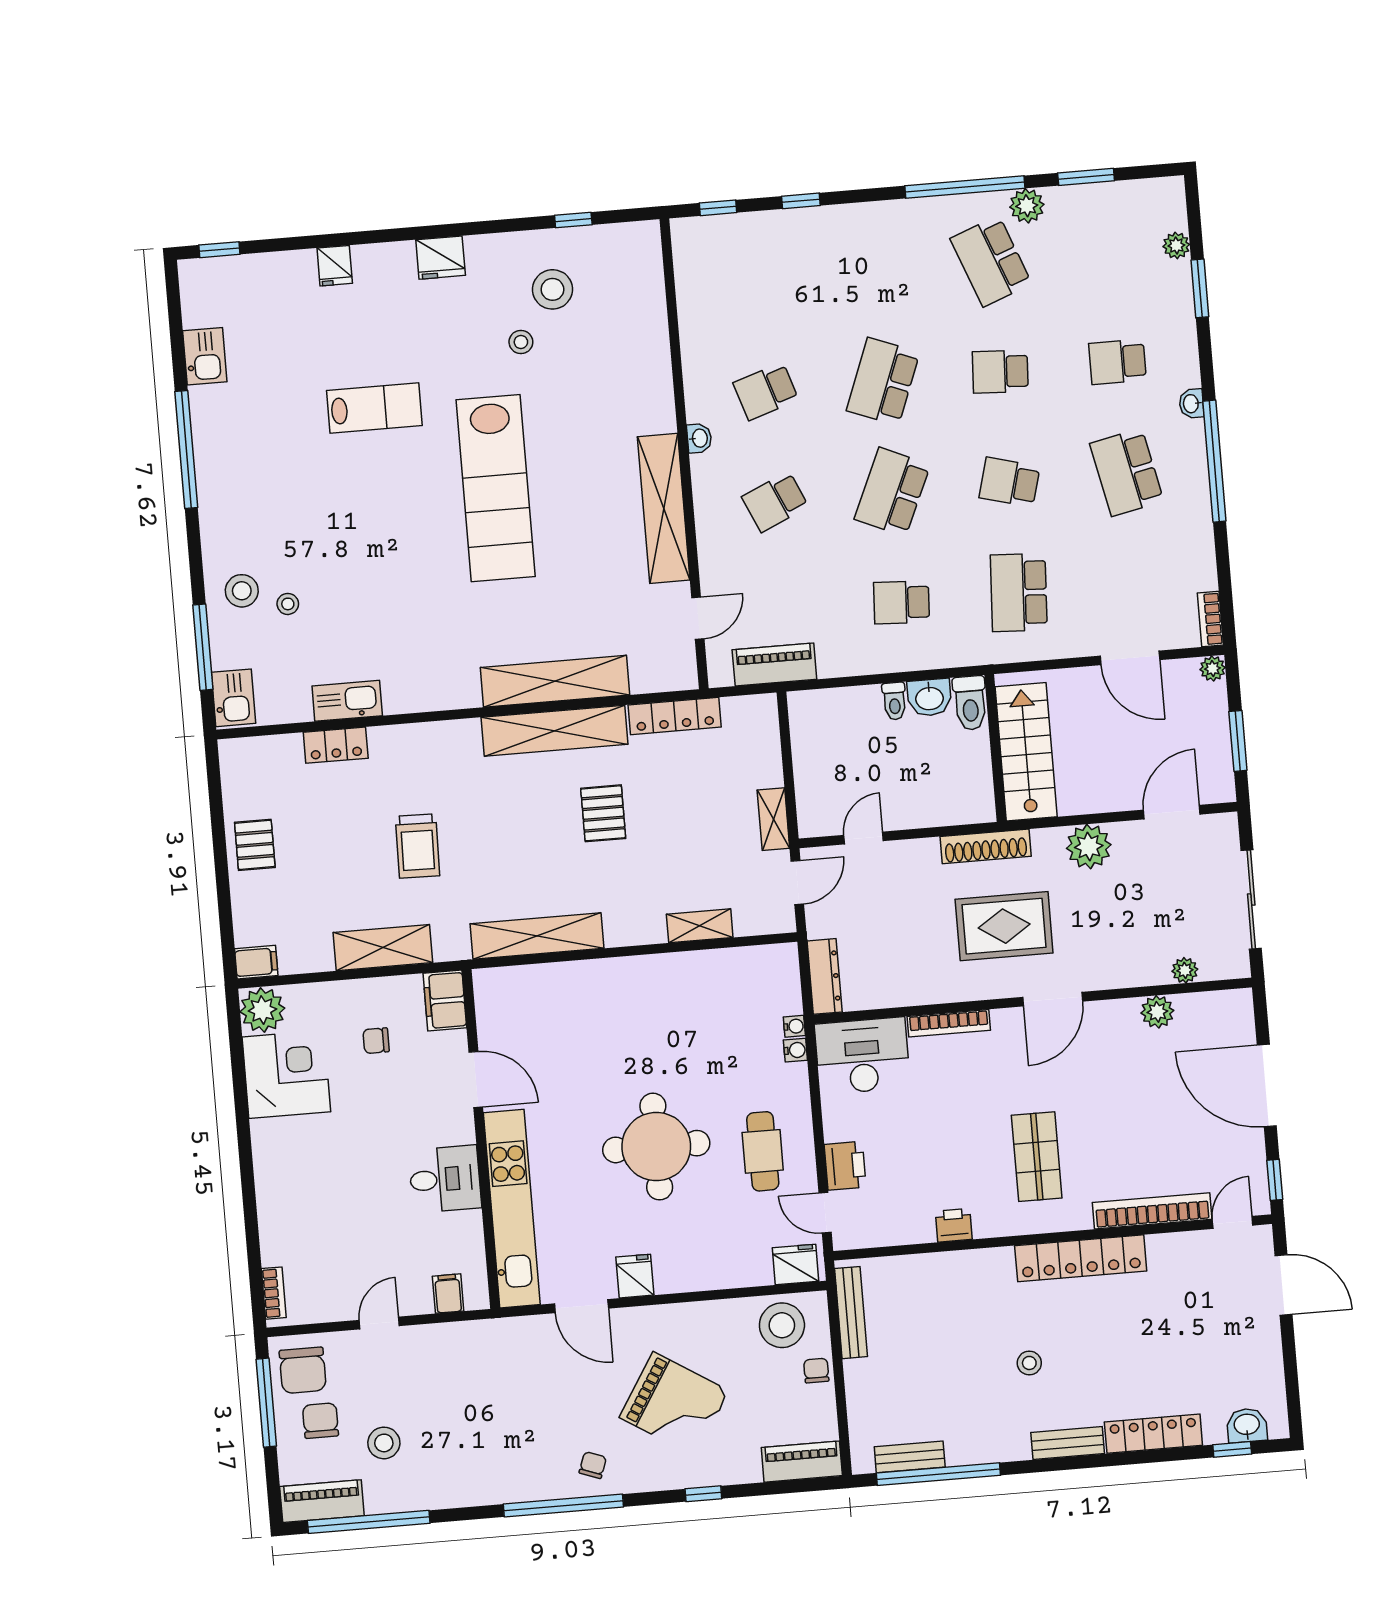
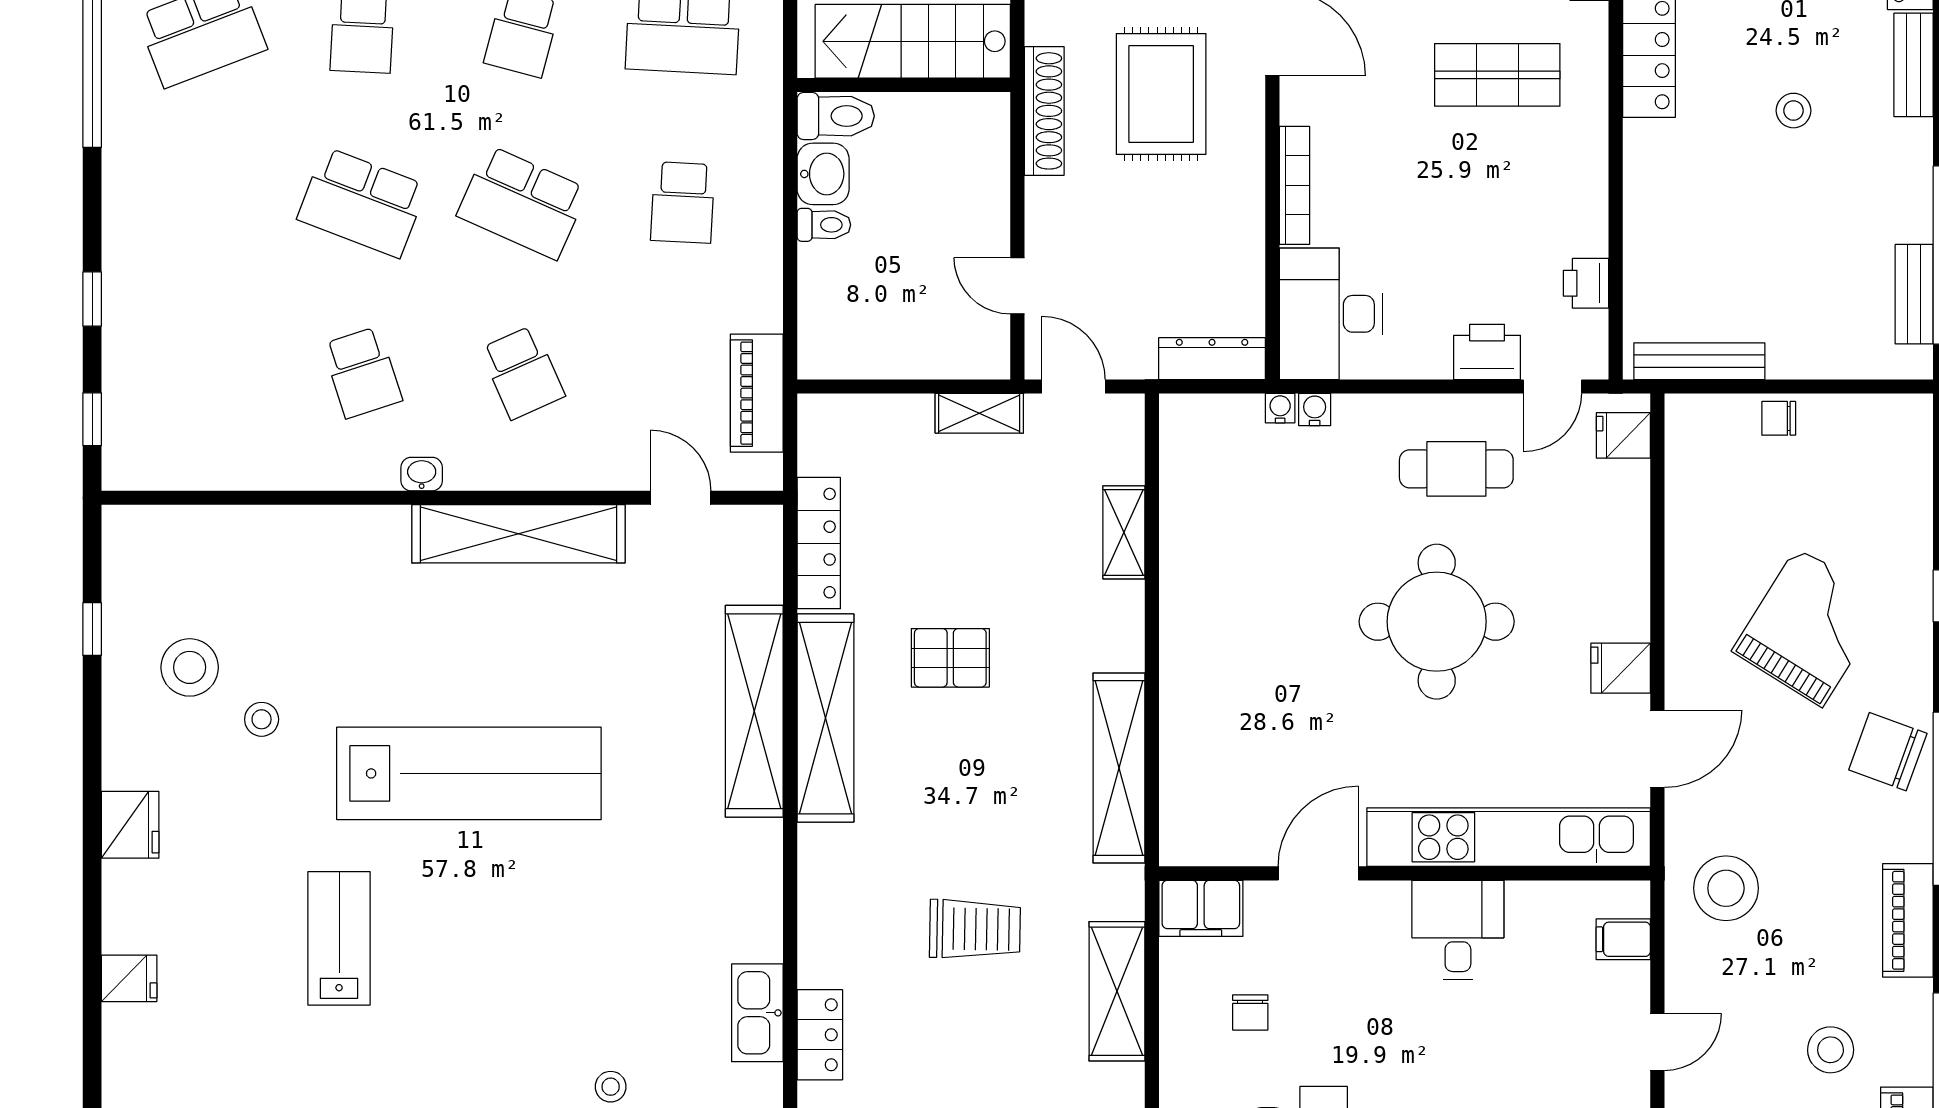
printer: (954, 1225) -> (1586, 283), moved
fridge: (795, 1264) -> (1623, 435), width x0.72
door: (379, 1323) -> (1657, 1042), swing flipped
stool: (782, 1325) -> (1726, 888), moved
piano: (802, 1462) -> (1908, 920), moved
chair: (593, 1465) -> (1888, 752), width x1.87, depth x1.87

